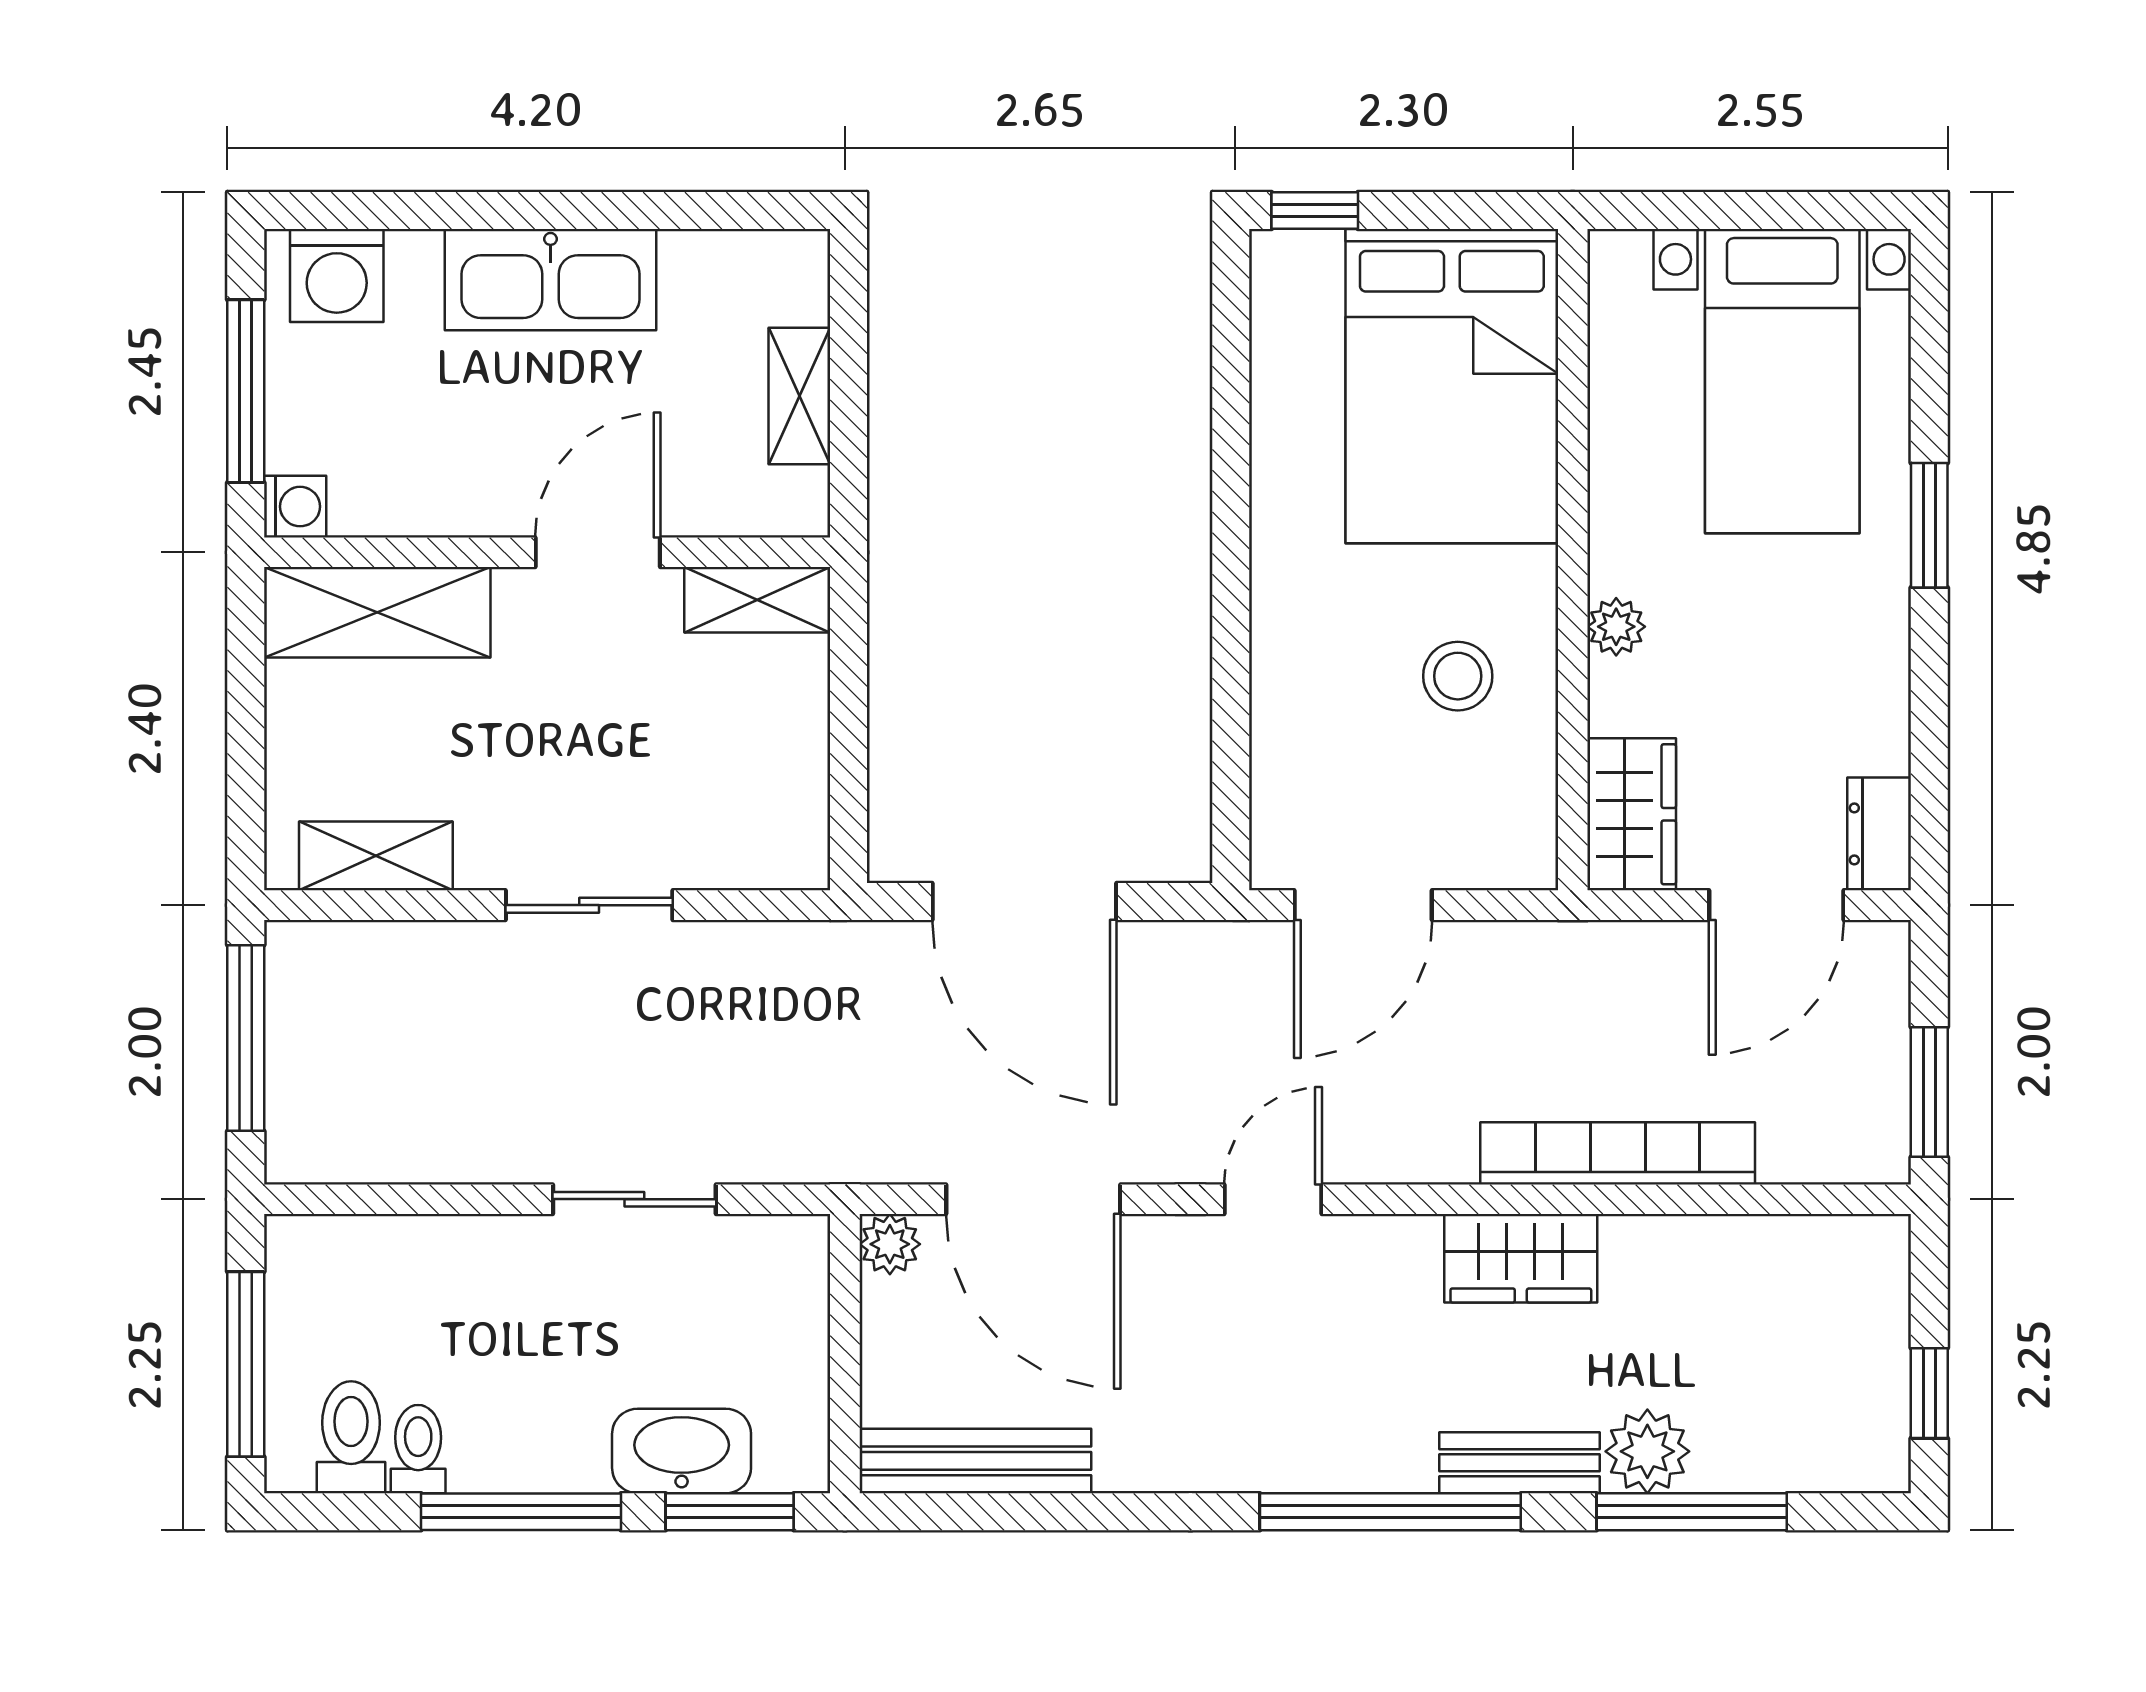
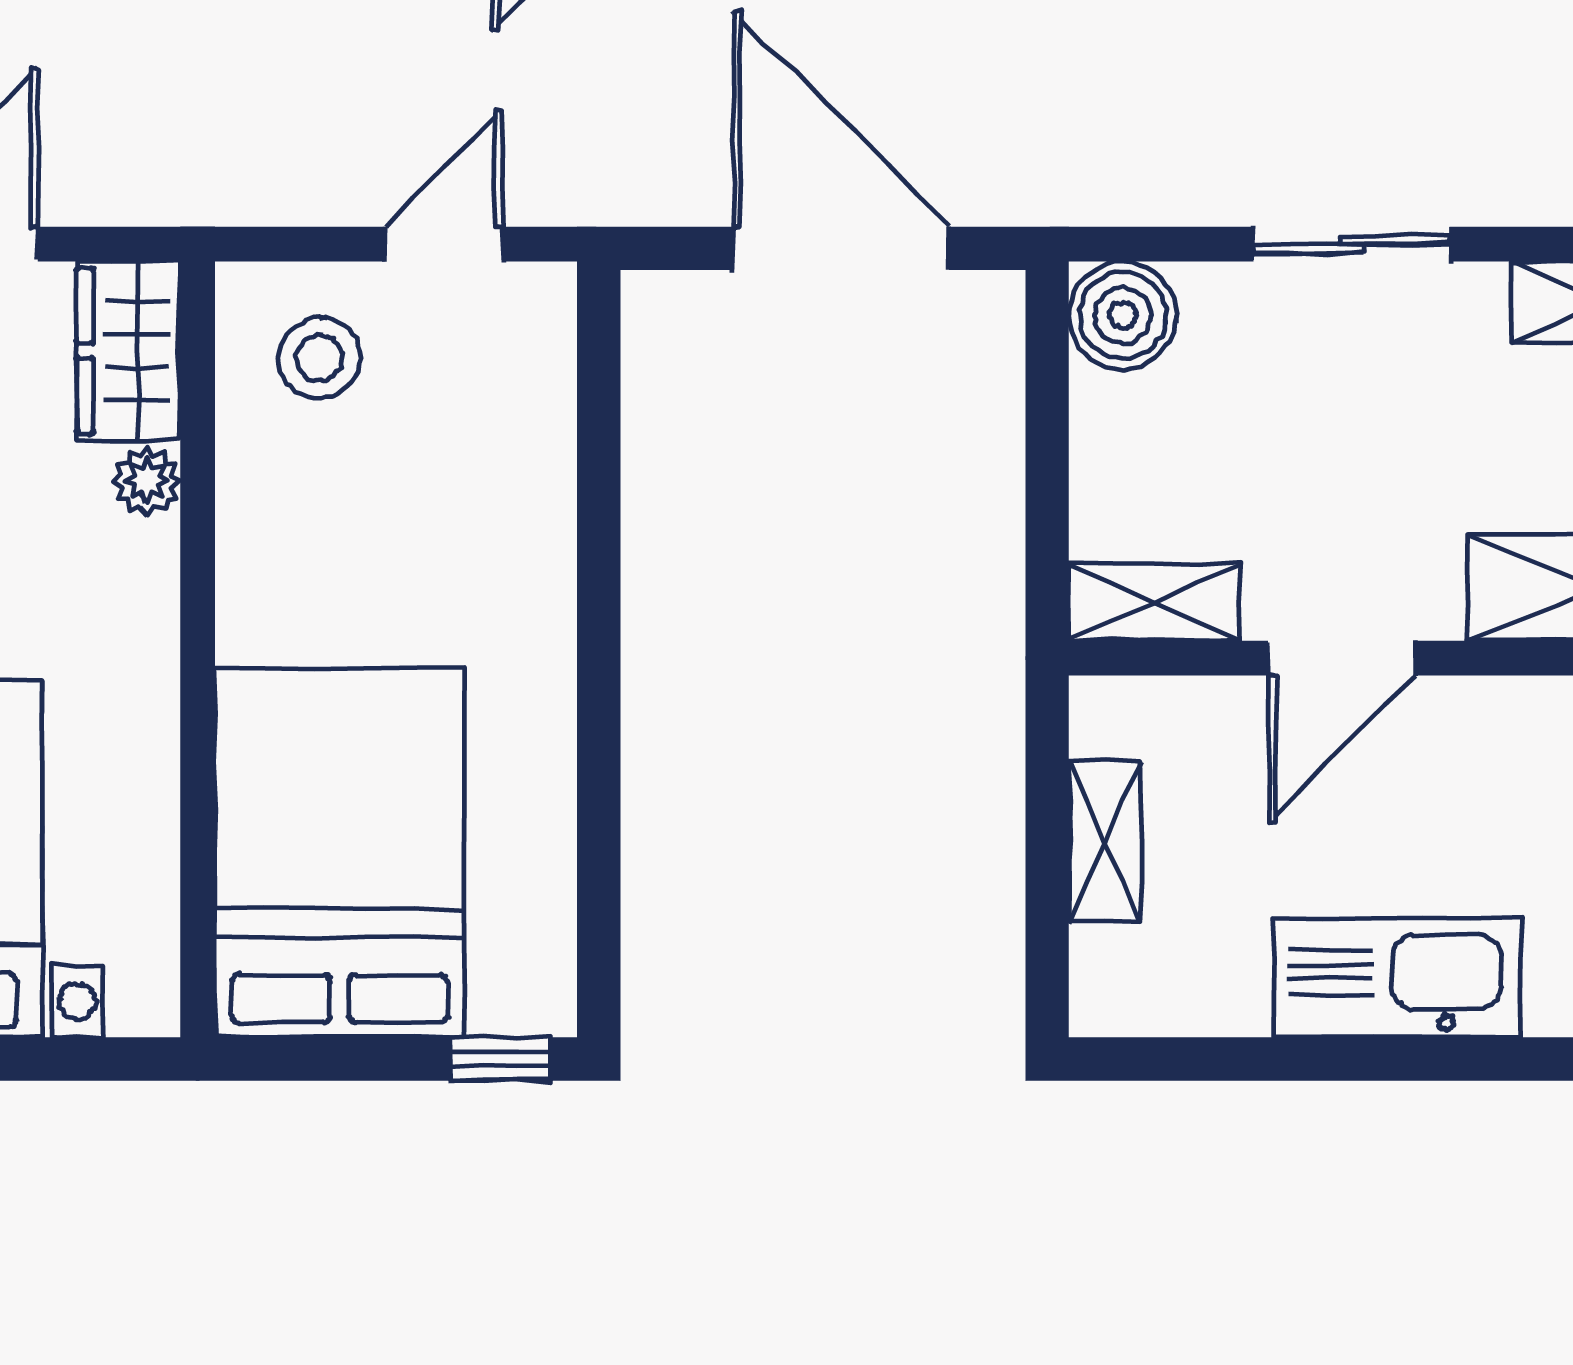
plant: (1616, 627) -> (147, 481), moved
stool: (1458, 676) -> (320, 358), moved
boiler: (784, 844) -> (1123, 315), added
door: (1363, 905) -> (444, 244), width x0.73

